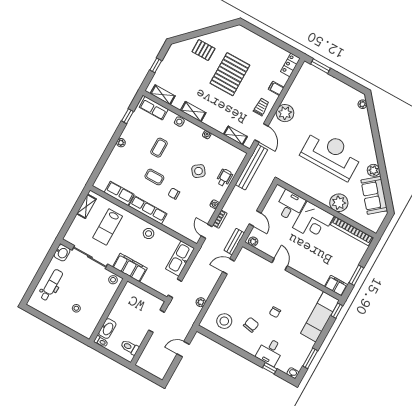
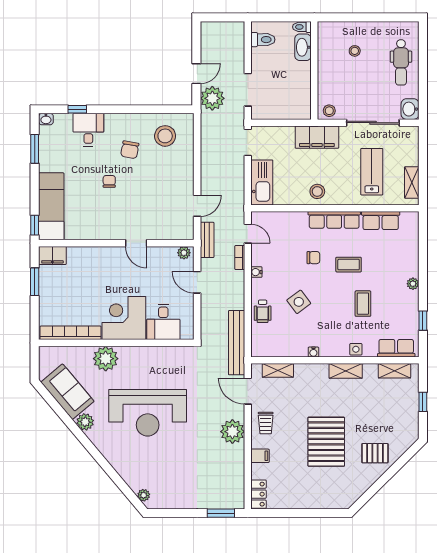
plant: (201, 302) -> (212, 98), moved, width x1.88, depth x1.88

